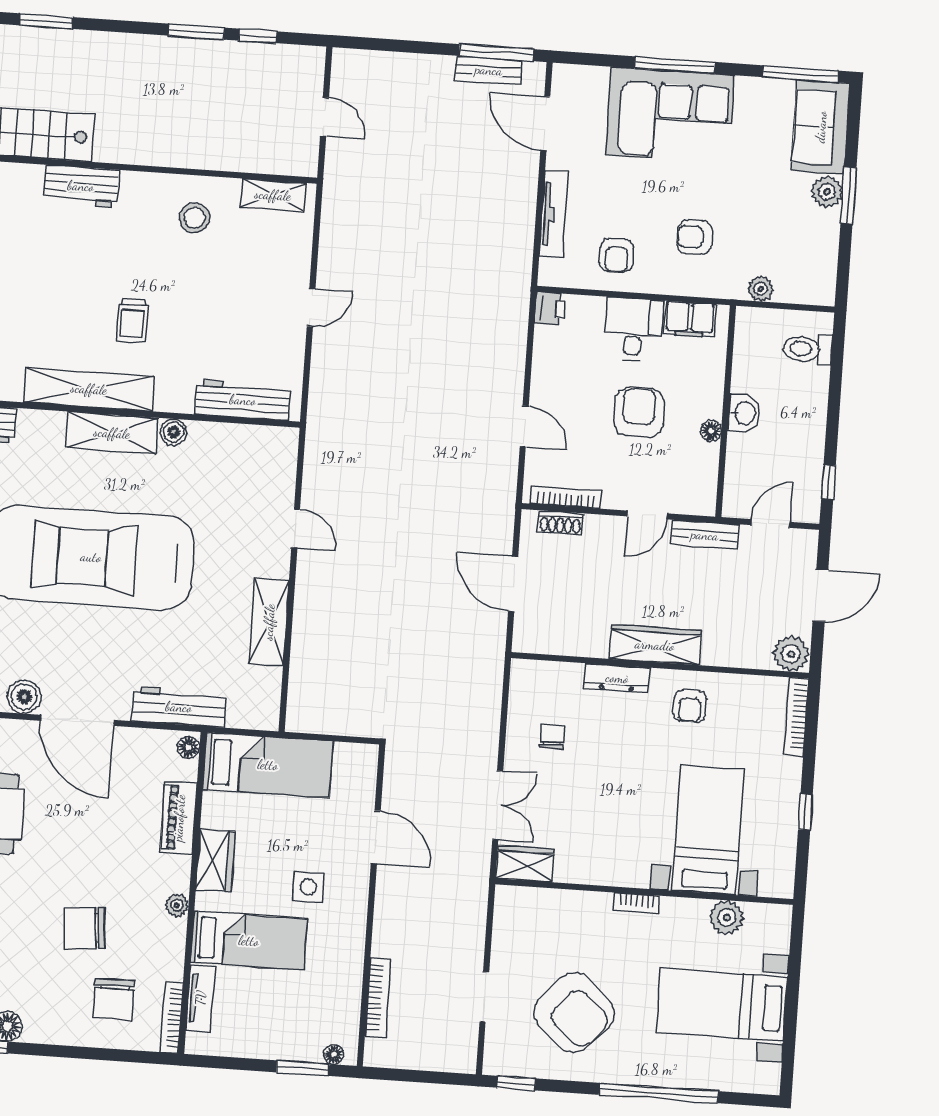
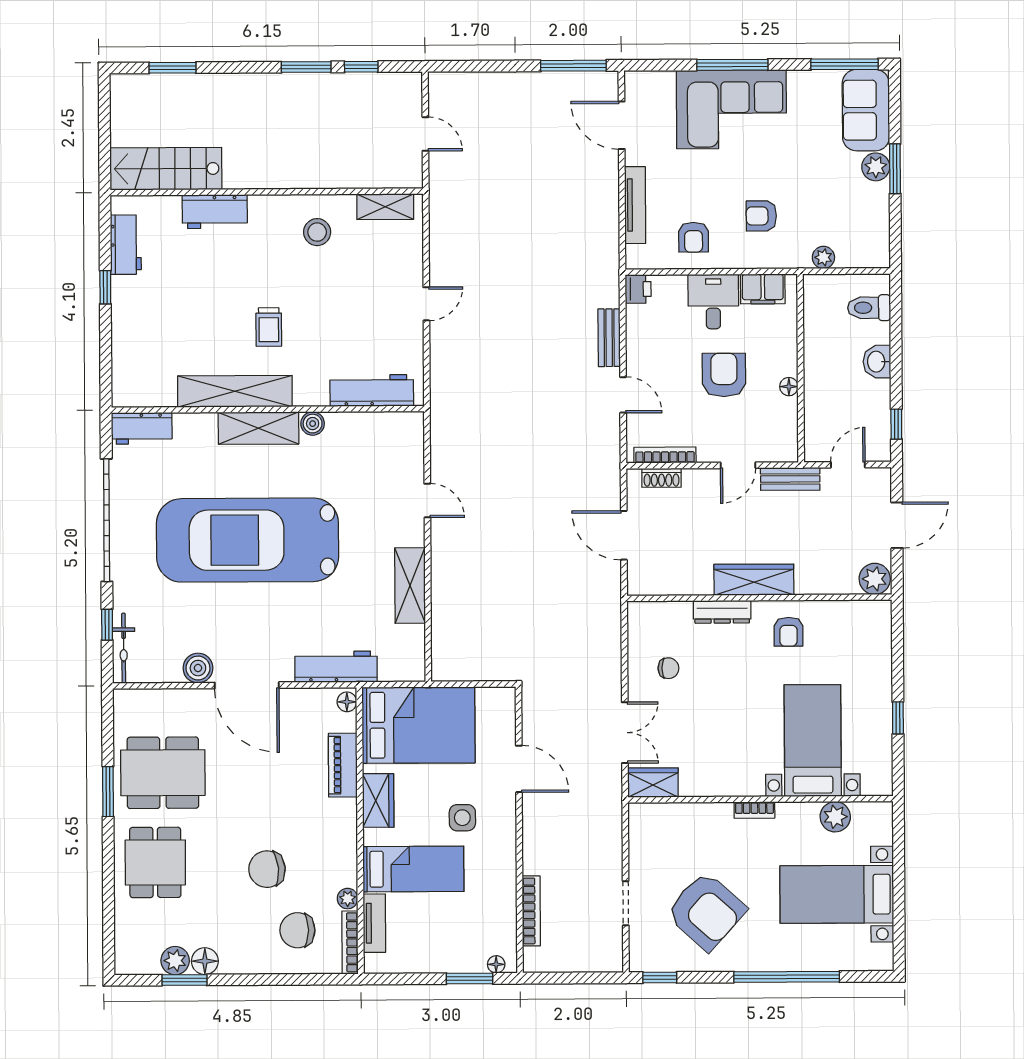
bench: (489, 70) -> (609, 338), moved, turned 90
washbasin: (744, 413) -> (877, 362), moved, turned 180
bookcase: (796, 717) -> (883, 634), removed
chair: (552, 737) -> (668, 668), turned 90
bed: (268, 765) -> (419, 725), width x1.50
plant: (177, 905) -> (348, 899), moved
chair: (114, 999) -> (297, 930), turned 90

